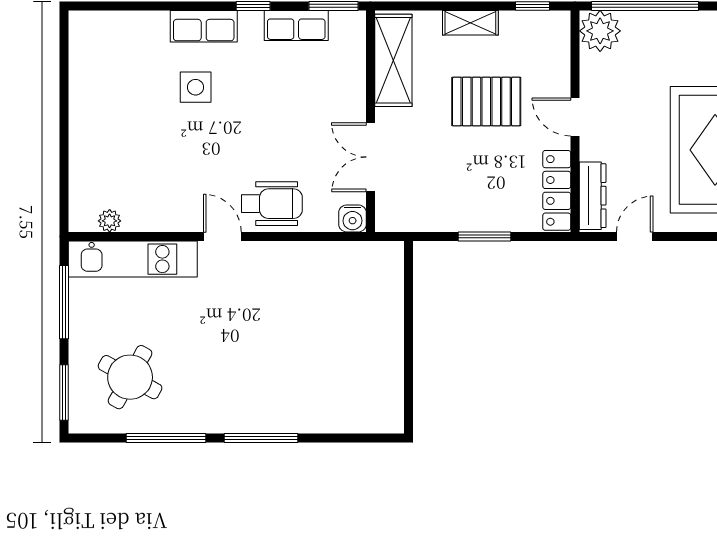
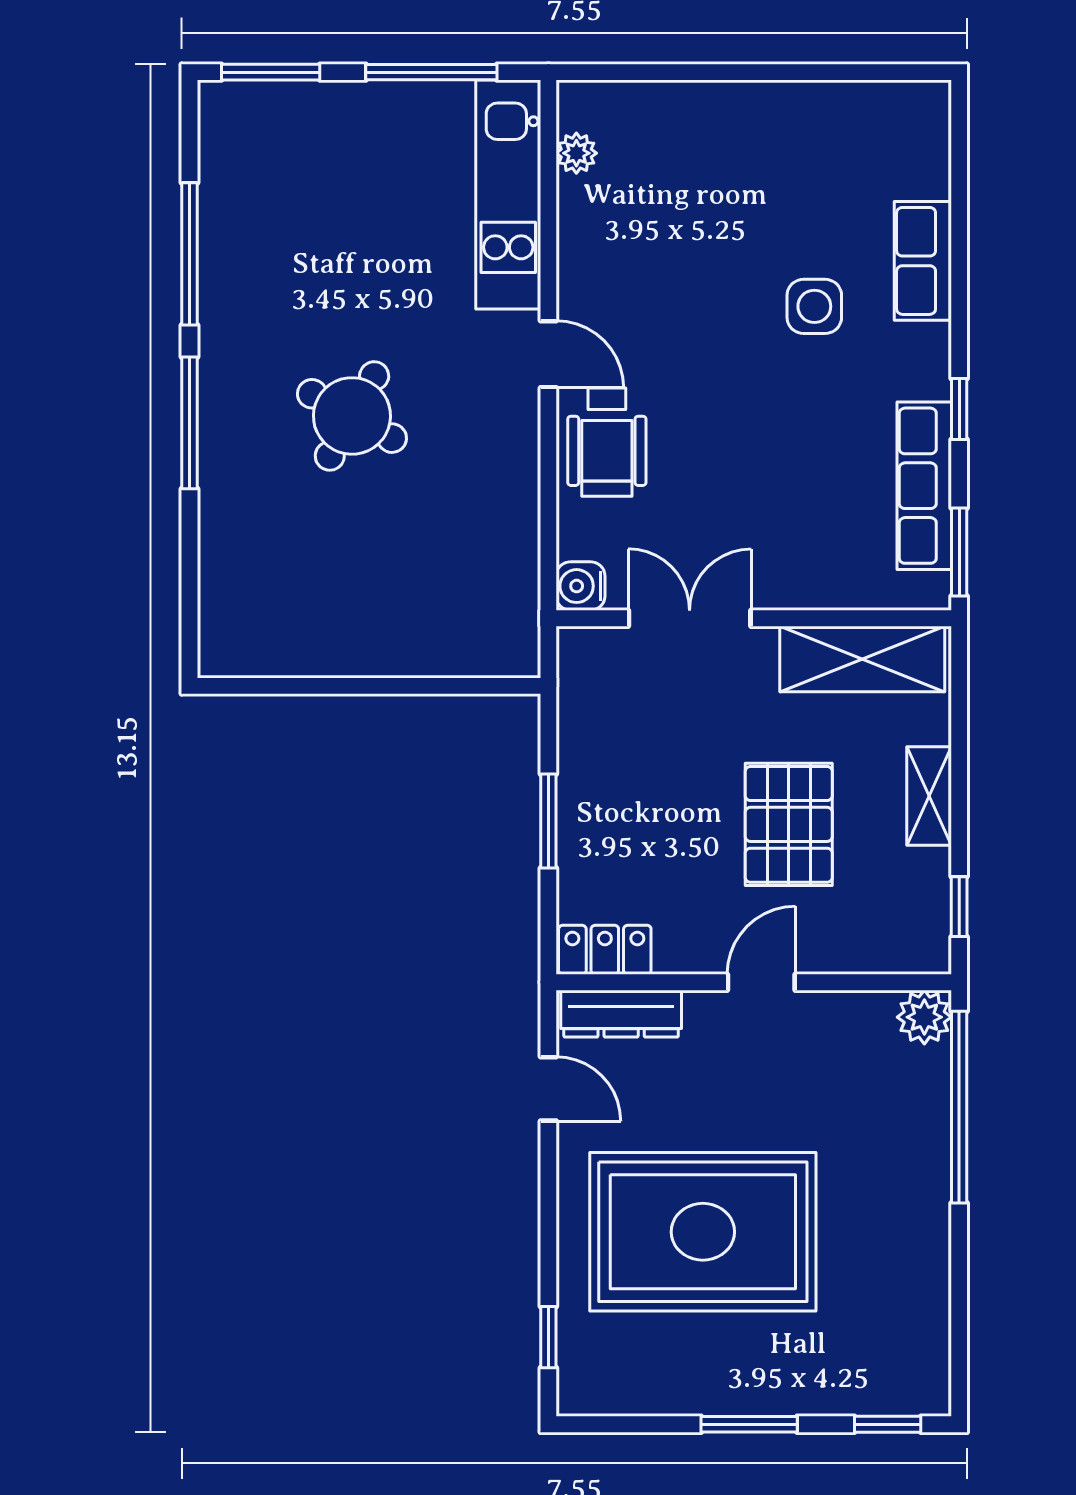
row of seats: (204, 26) -> (923, 261), moved
row of seats: (296, 26) -> (924, 486), width x1.48
plant: (600, 31) -> (924, 1017), width x0.73, depth x0.73
locker: (557, 190) -> (605, 950), width x0.66
door: (222, 237) -> (548, 354), hinge flipped
round table: (130, 377) -> (352, 416), moved

